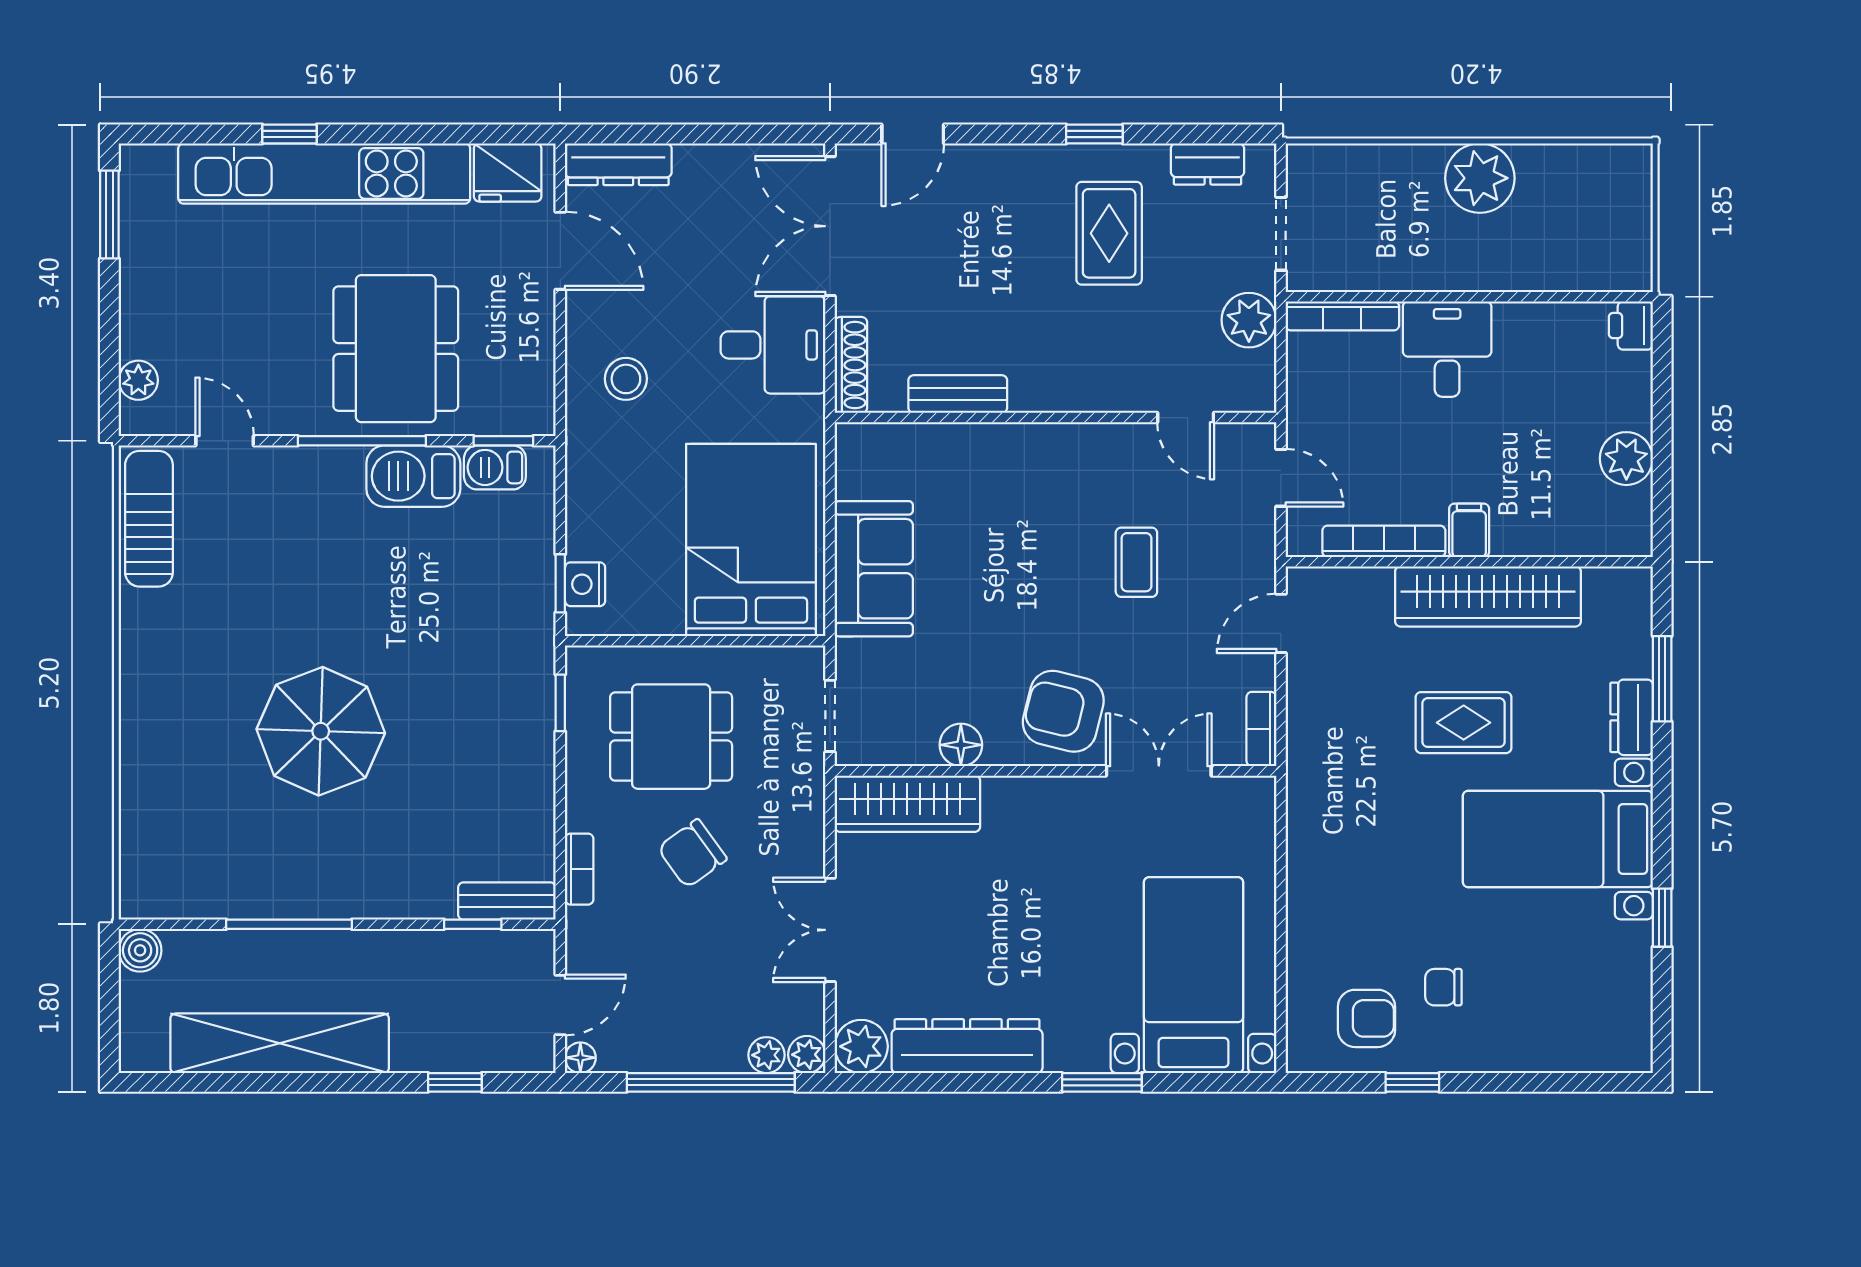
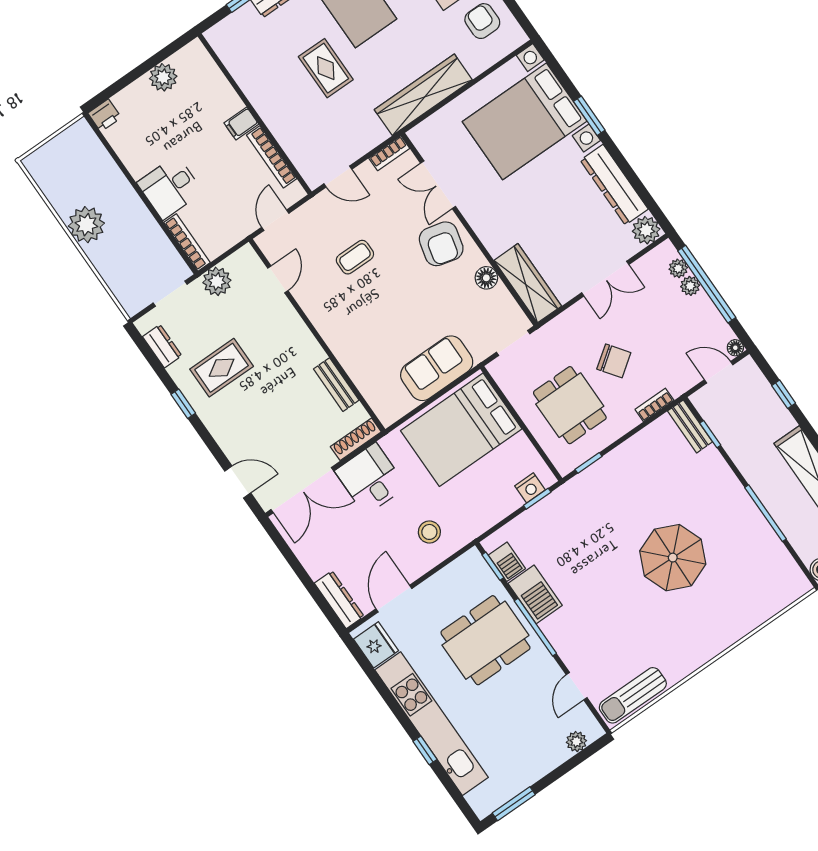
wardrobe: (1488, 596) -> (423, 95), moved, turned -90
bed with nightstands: (1193, 975) -> (525, 121), width x1.36
plant: (807, 1055) -> (690, 286), moved

